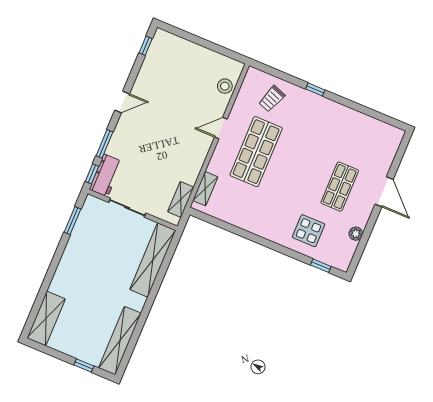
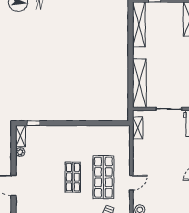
shop shelf: (340, 187) -> (73, 177), moved
shelving: (205, 189) -> (20, 136), moved
display table: (309, 231) -> (50, 142), removed

